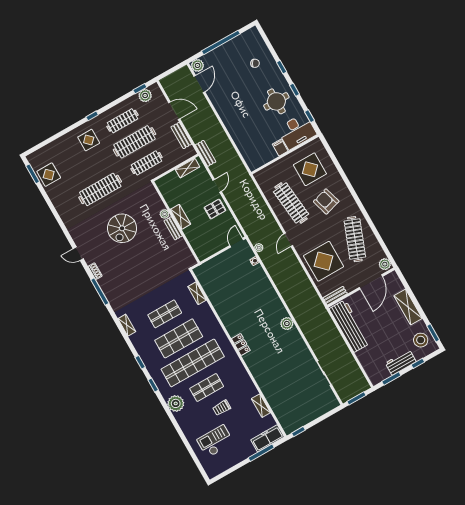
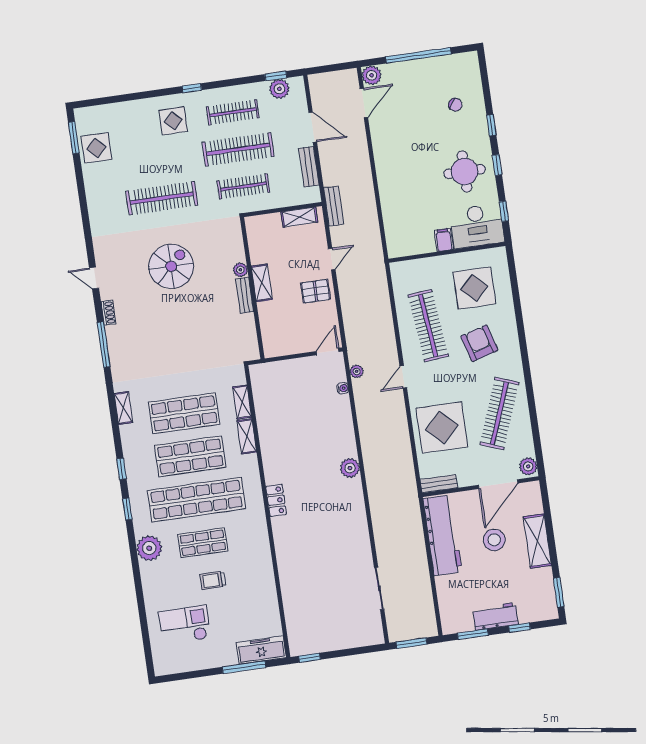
spiral stairs: (122, 228) -> (171, 266), turned 180
shop shelf: (165, 314) -> (184, 413), width x1.43, depth x1.36
plant: (287, 324) -> (350, 468), moved
stool: (421, 340) -> (494, 540), moved
shelving: (261, 406) -> (247, 436), moved

